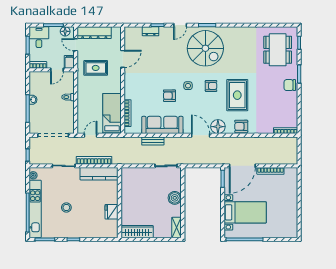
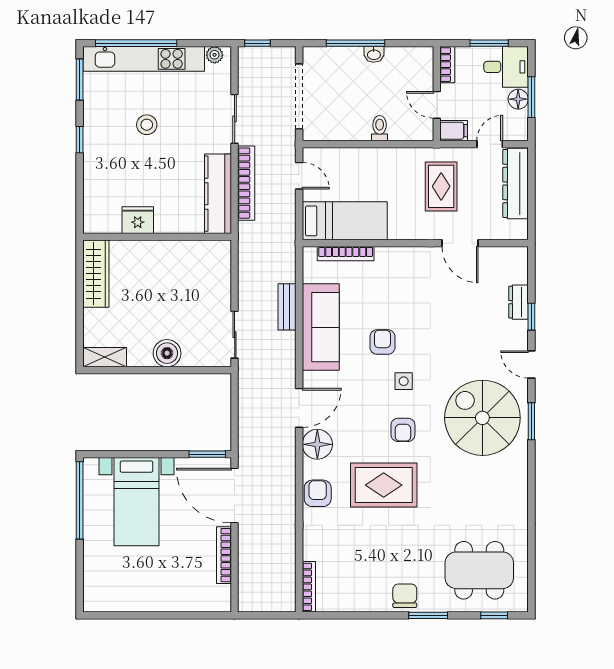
floor lamp: (65, 31) -> (518, 99), moved
spiral stairs: (205, 48) -> (482, 418), turned 90

